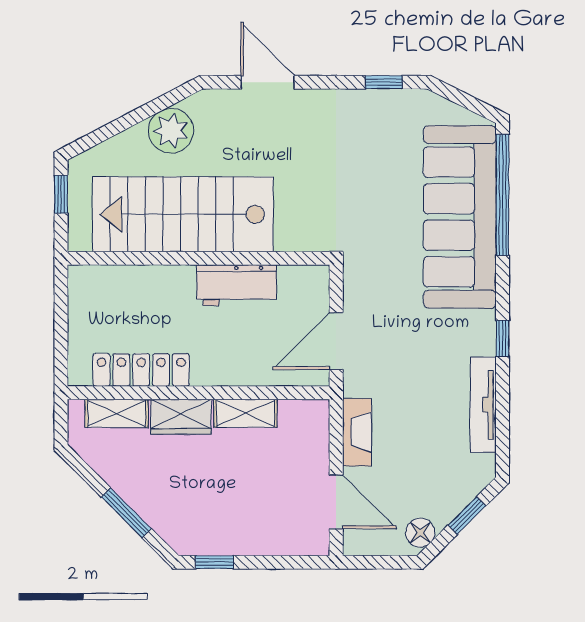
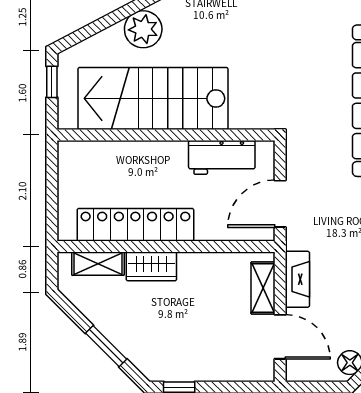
workbench: (237, 285) -> (222, 157), moved
locker: (141, 370) -> (135, 225), width x1.41, depth x1.21
shelving: (245, 413) -> (263, 288), moved, turned 90

